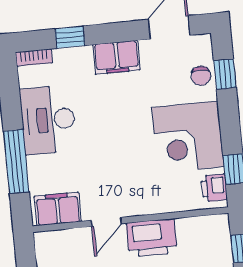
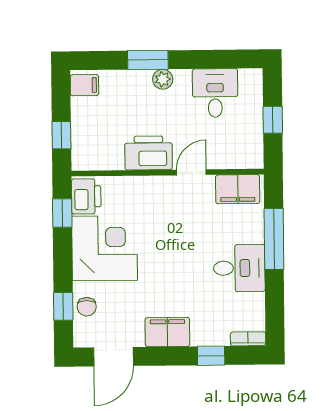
chair: (201, 76) -> (87, 307), turned 180
desk: (48, 120) -> (239, 268), width x0.73
printer: (214, 188) -> (86, 196), width x1.36, depth x1.24

